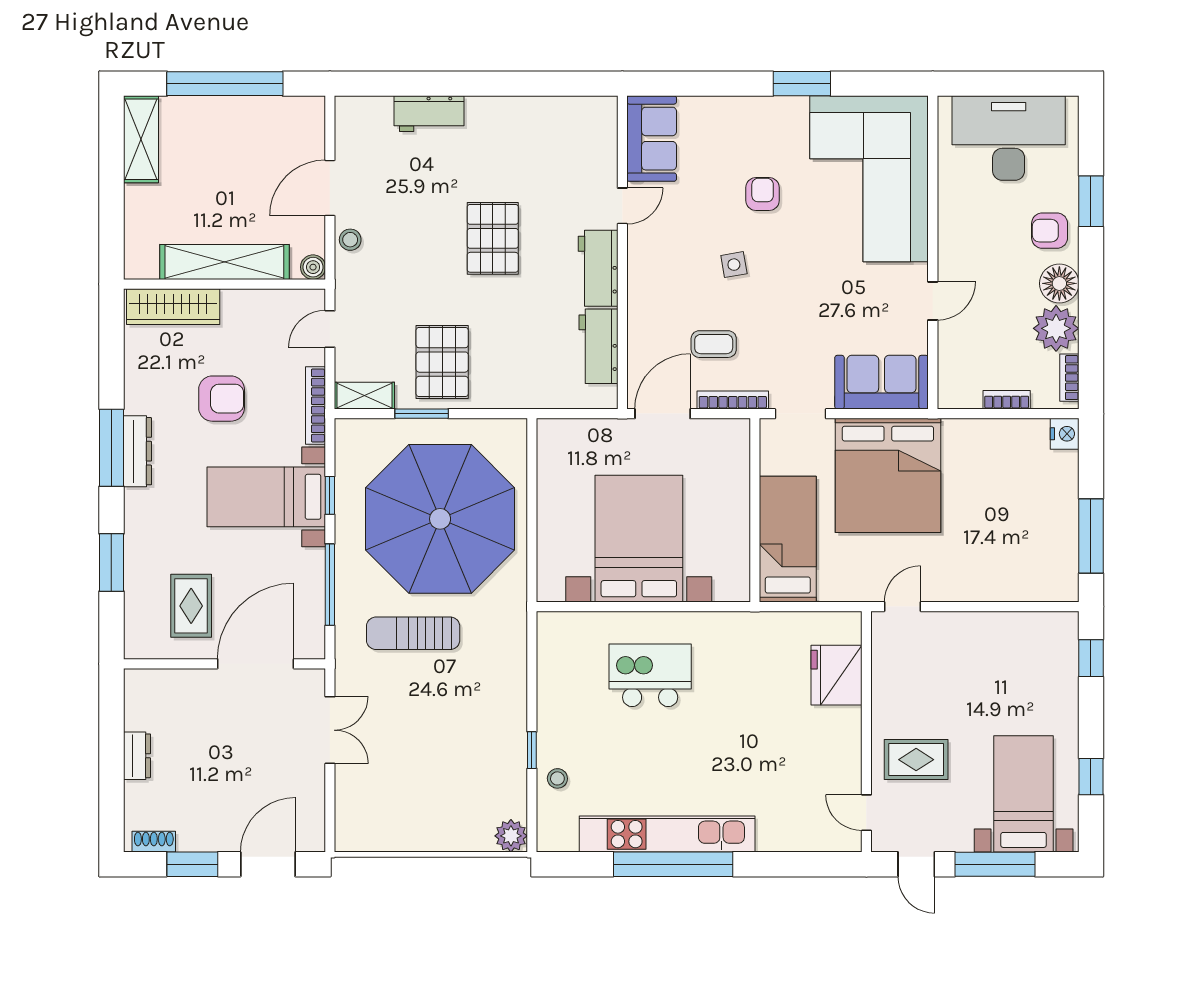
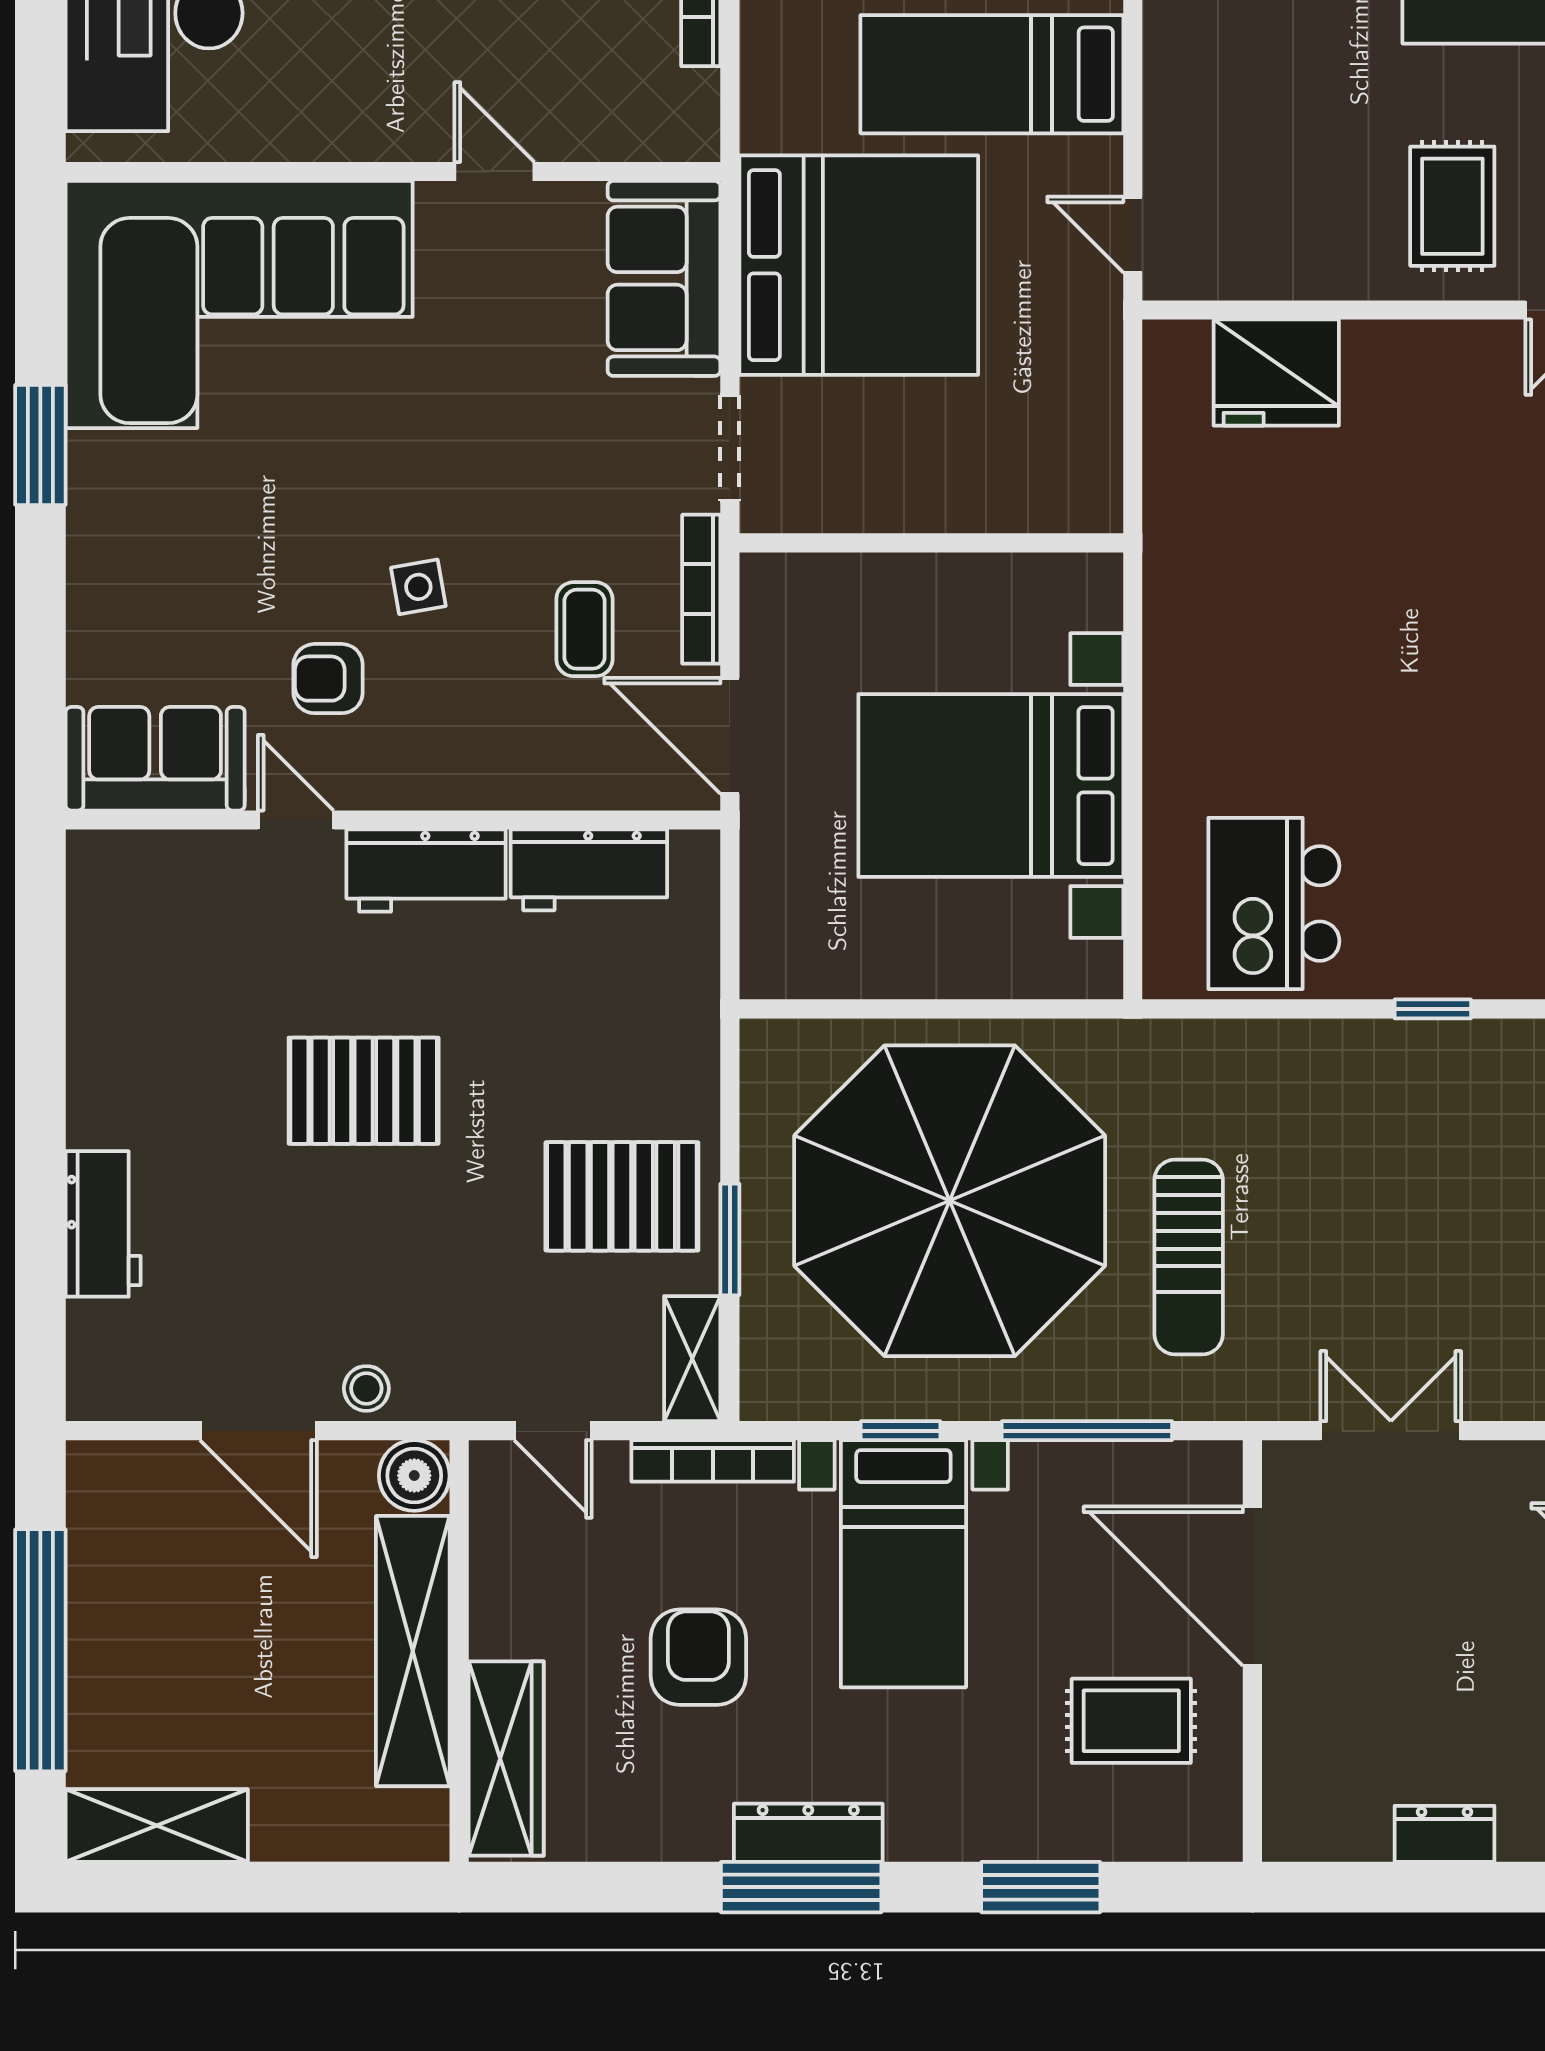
armchair: (763, 194) -> (328, 679), moved
boiler: (313, 267) -> (414, 1476), width x1.36, depth x1.36
bed: (788, 539) -> (992, 74), moved
kitchen island: (650, 675) -> (1274, 903), moved
stool: (557, 778) -> (1492, 956), removed

